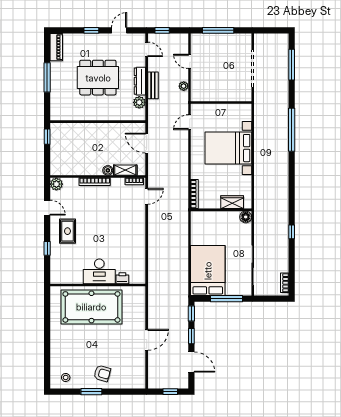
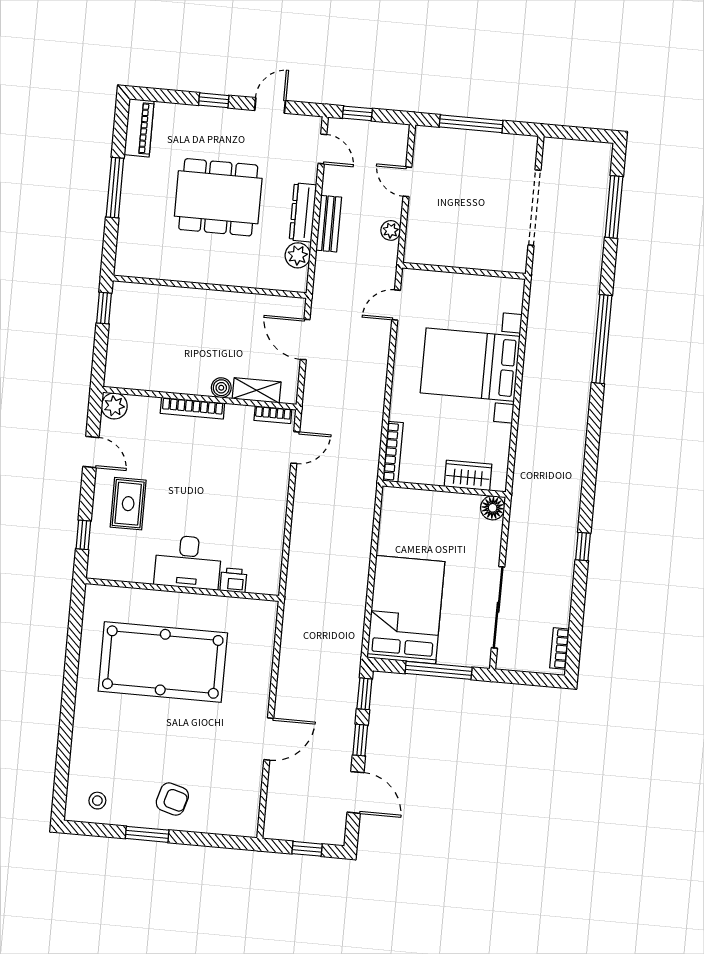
desk: (99, 271) -> (188, 562), moved
printer: (122, 278) -> (233, 580), moved
wall: (98, 285) -> (182, 590), moved

